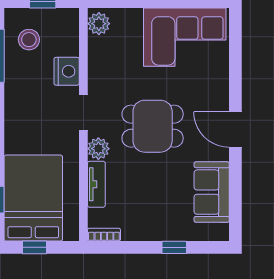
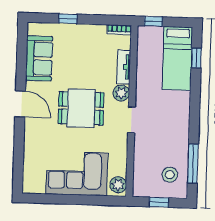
corner sofa: (185, 37) -> (77, 174), moved
nightstand: (67, 71) -> (143, 151), removed
bed: (33, 198) -> (177, 58), width x0.67
window: (34, 247) -> (153, 21), moved

